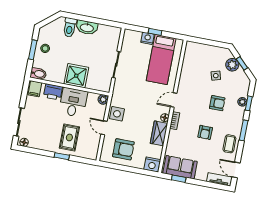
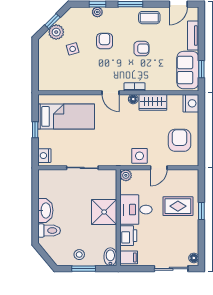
nightstand: (147, 38) -> (44, 156), moved
tv unit: (219, 179) -> (193, 36), moved

